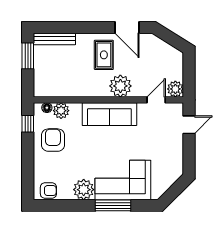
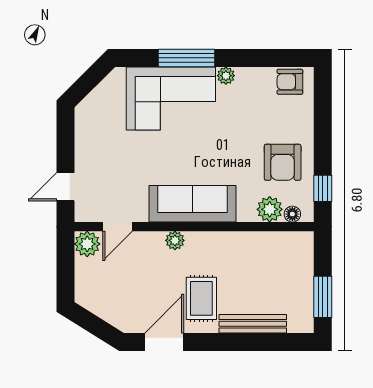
door: (127, 28) -> (164, 342), hinge flipped
bench: (54, 39) -> (253, 324), moved
plant: (120, 86) -> (175, 240), width x0.53, depth x0.53
plant: (84, 190) -> (226, 76), width x0.53, depth x0.53

